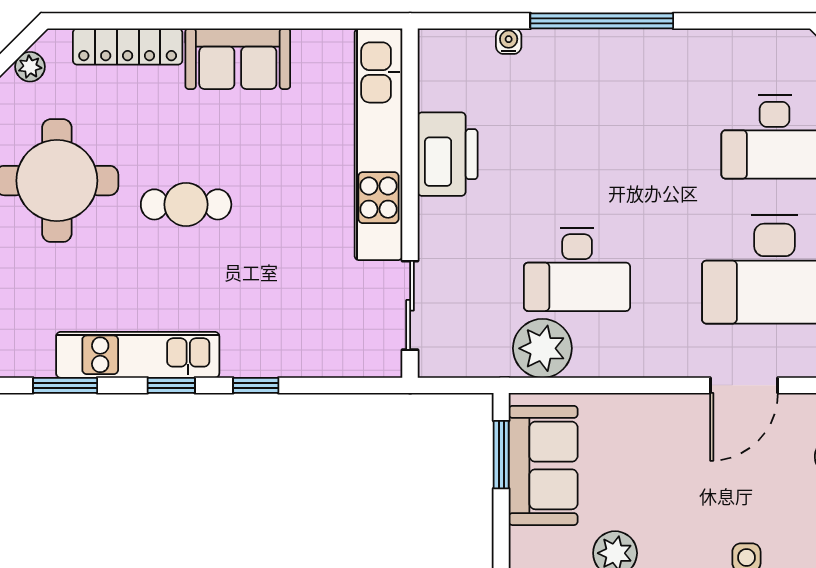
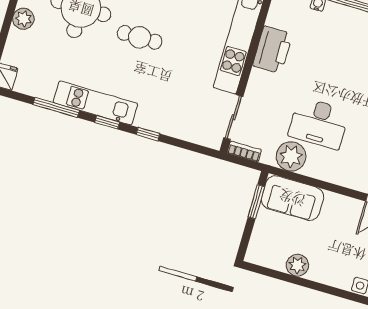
bookcase: (450, 365) -> (244, 151), added
window: (65, 385) -> (56, 107), width x1.44
sofa: (543, 465) -> (292, 198), moved, turned 90

